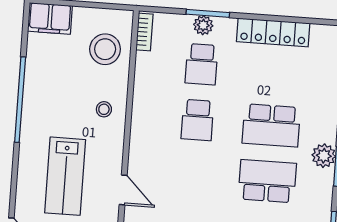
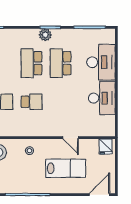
school desk: (271, 125) -> (31, 63), turned 180
door: (123, 190) -> (71, 138), swing flipped

